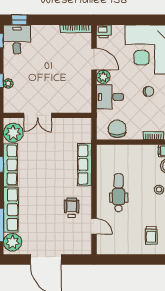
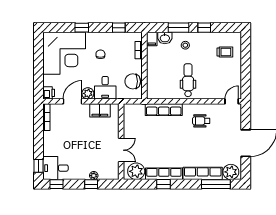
filing cabinet: (84, 91) -> (100, 110), added
dental chair: (119, 193) -> (188, 80), turned 90
door: (94, 226) -> (232, 101), moved

